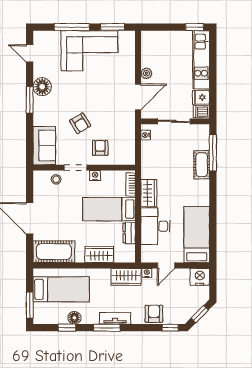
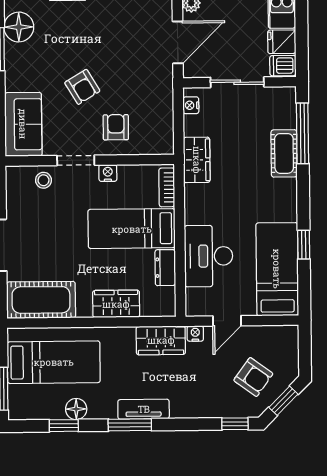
wardrobe: (149, 193) -> (197, 160), moved
window: (213, 220) -> (304, 245), added
nightstand: (200, 277) -> (283, 339), removed
armchair: (154, 314) -> (253, 377), moved, turned 126

